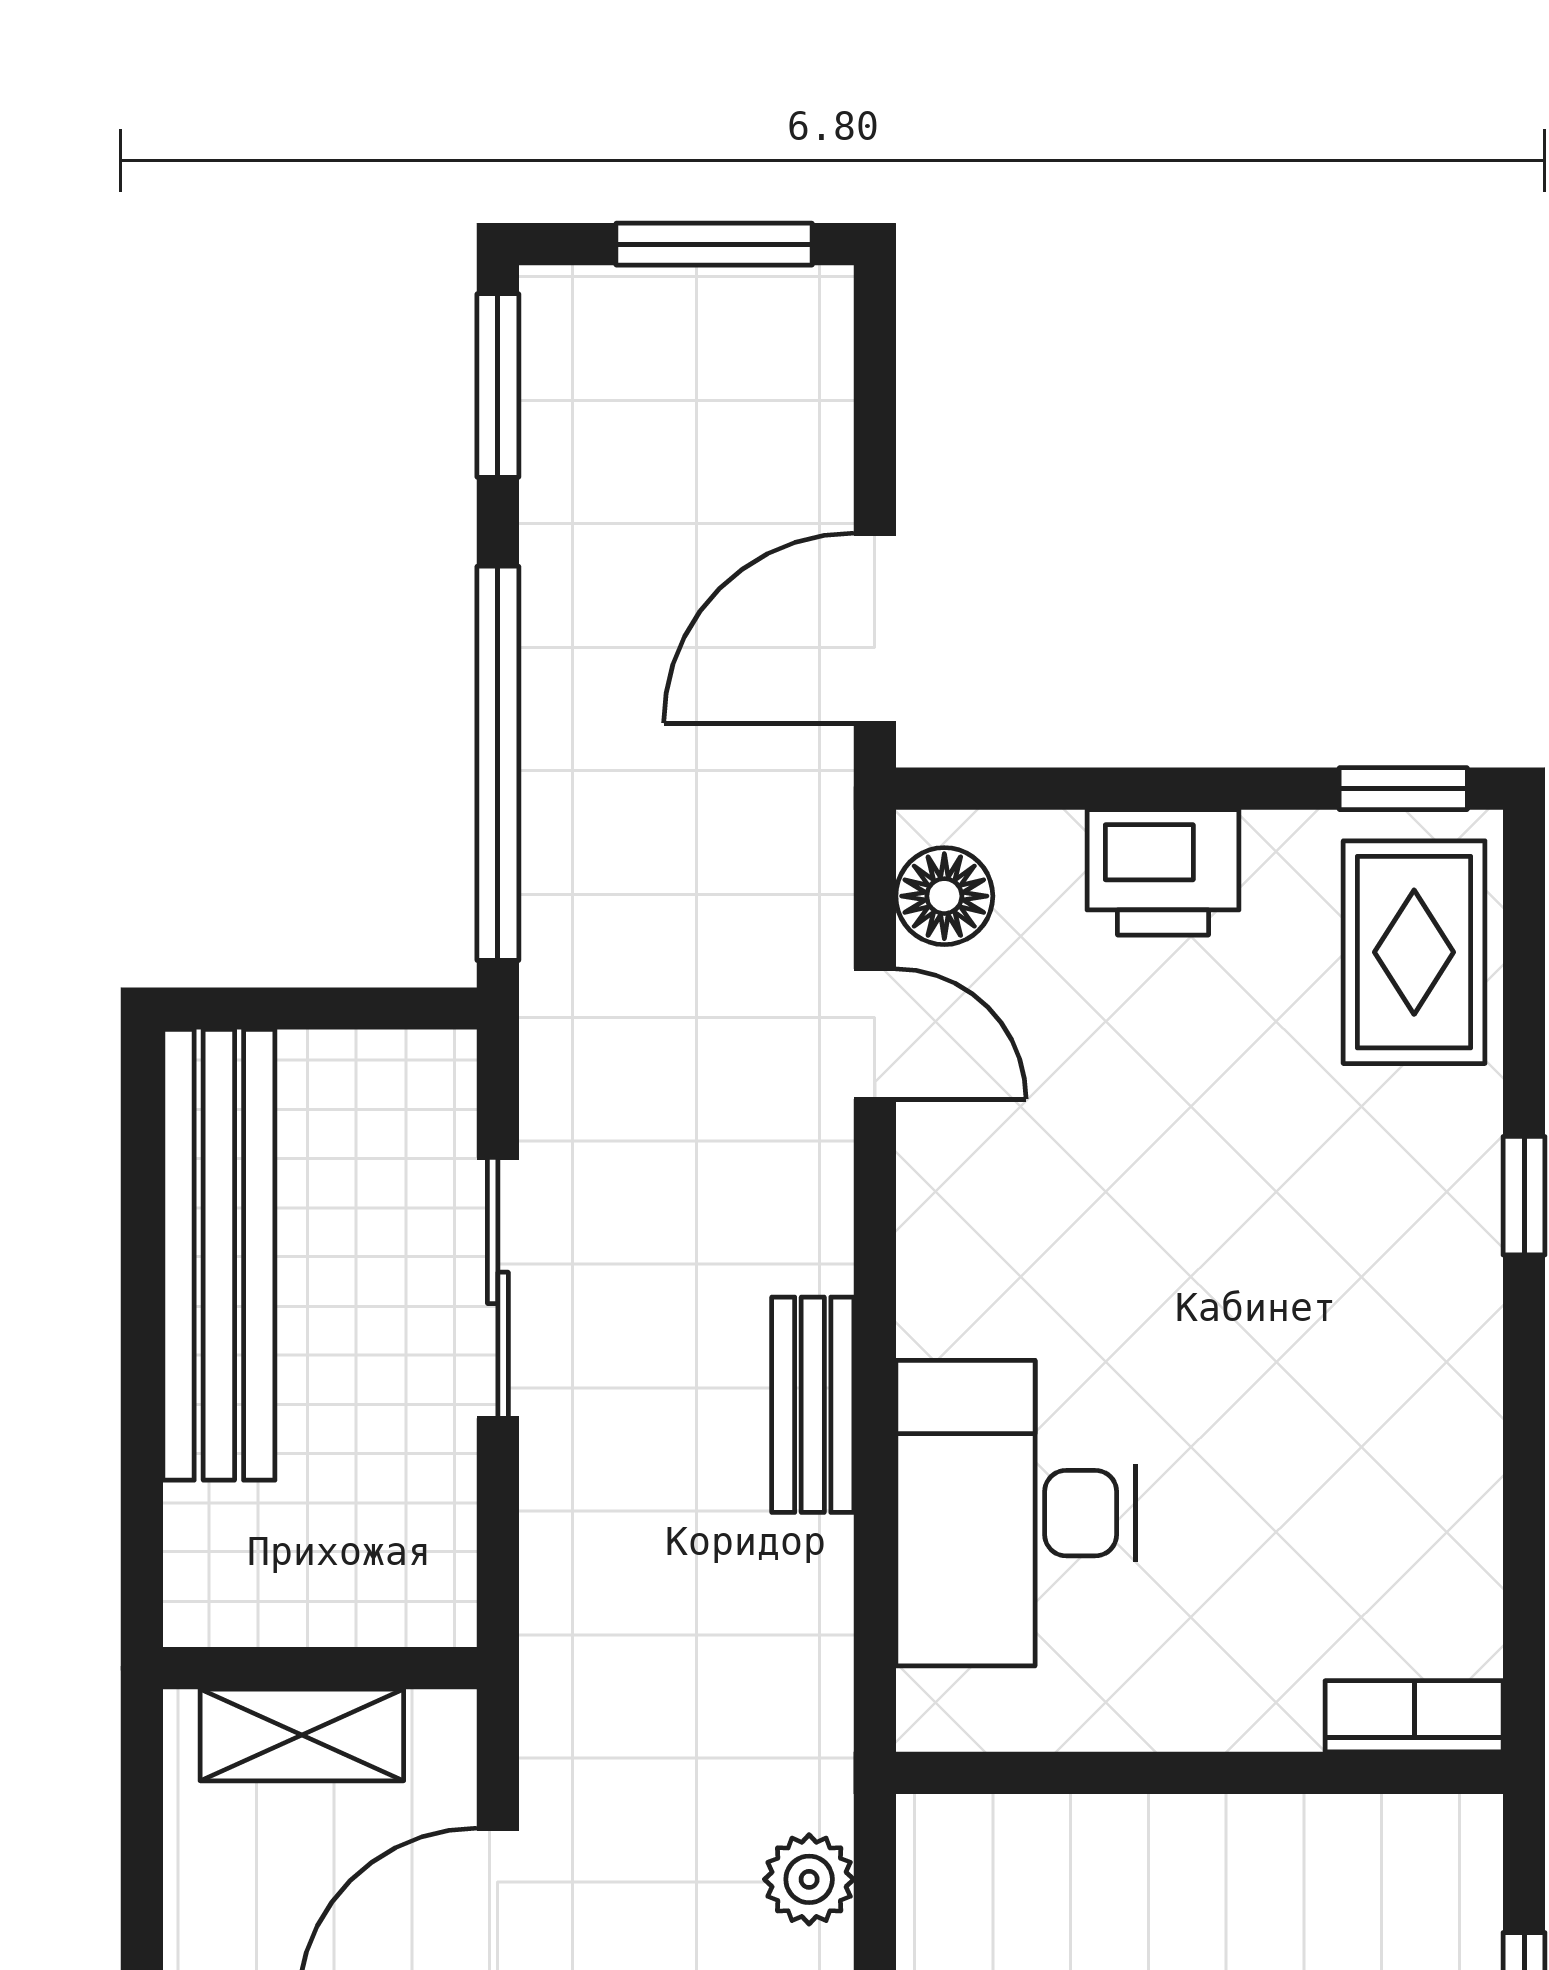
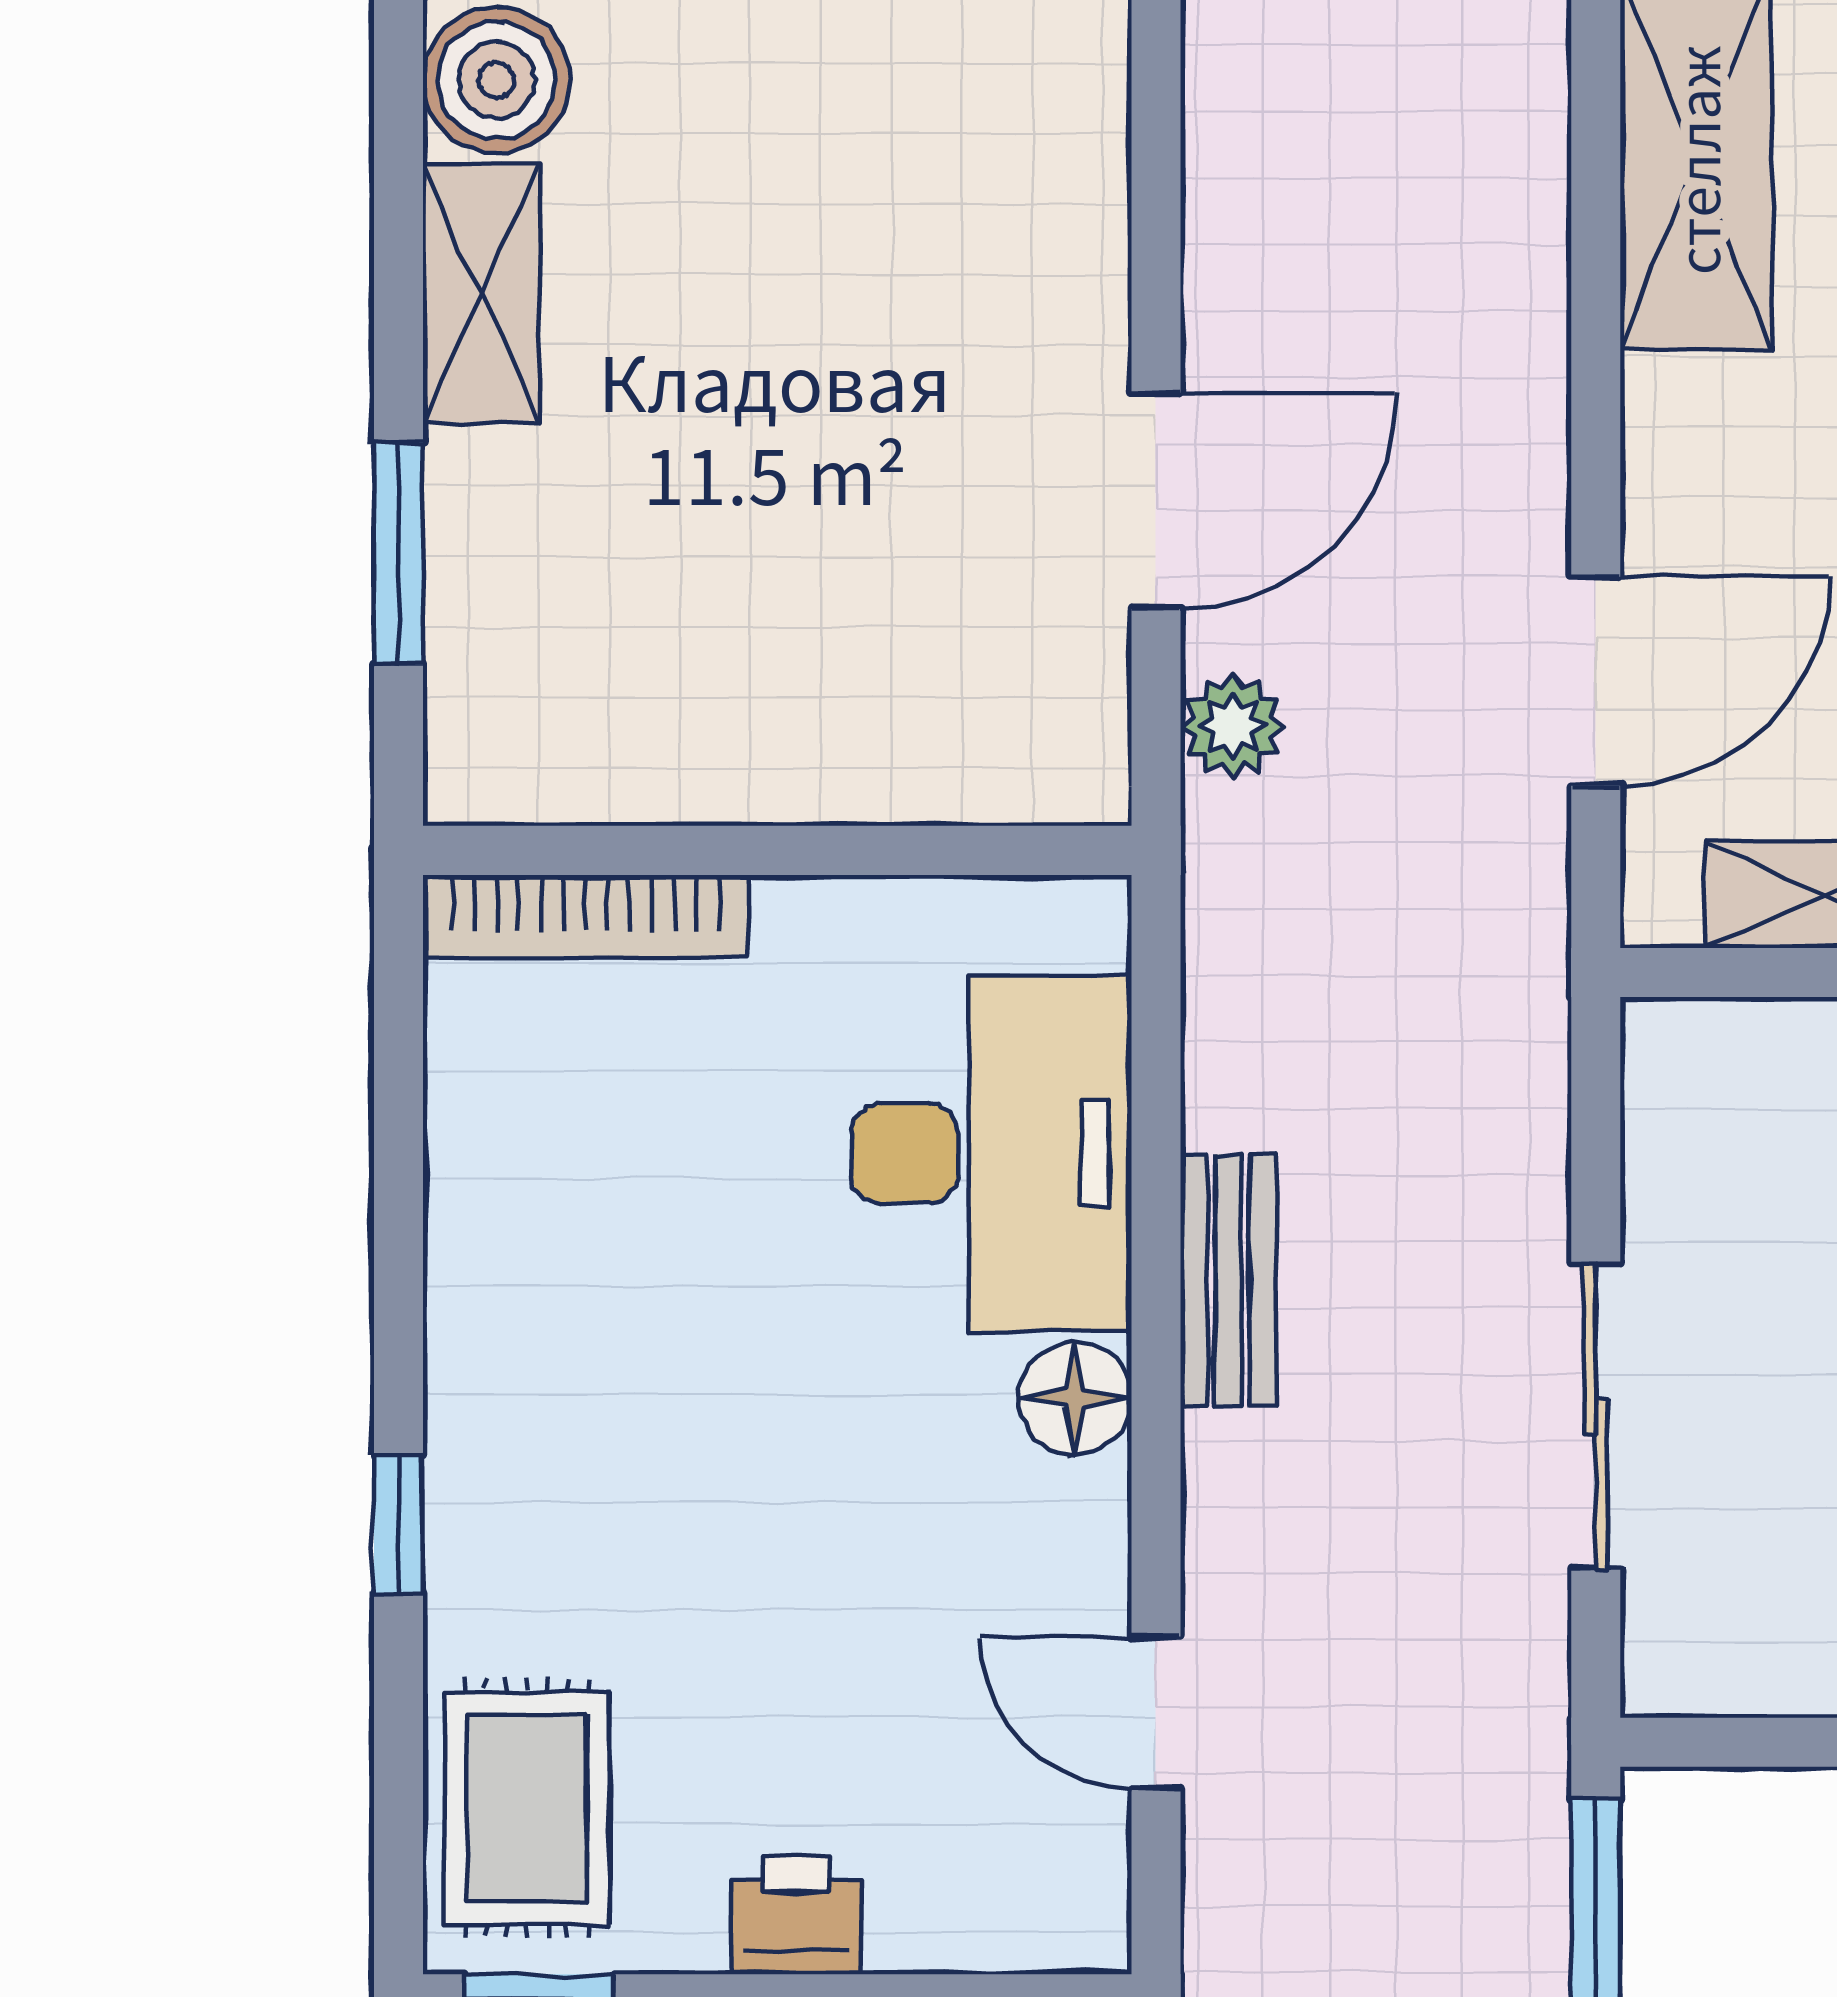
printer: (1163, 872) -> (796, 1915), width x0.73, depth x0.81
floor lamp: (944, 896) -> (1075, 1398), moved
bookcase: (1414, 1716) -> (585, 916), width x1.56

